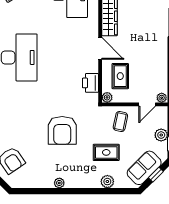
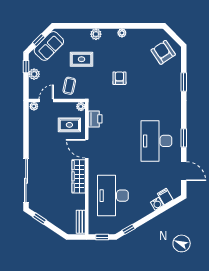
rug: (120, 76) -> (69, 125), turned 90
armchair: (62, 130) -> (119, 78), width x0.53, depth x0.53
plant: (107, 182) -> (96, 34), moved

